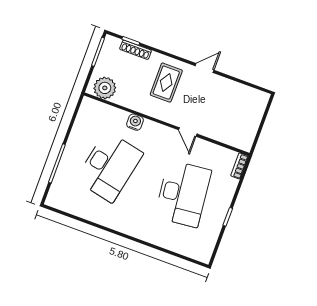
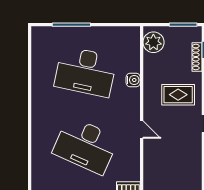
door: (188, 132) -> (142, 130), swing flipped
desk: (183, 194) -> (86, 145), turned 30

